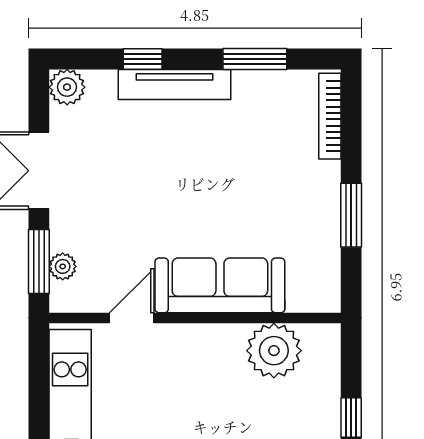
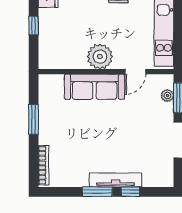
window: (255, 59) -> (97, 192), moved
plant: (67, 87) -> (165, 179), removed
plant: (274, 351) -> (100, 57), moved

